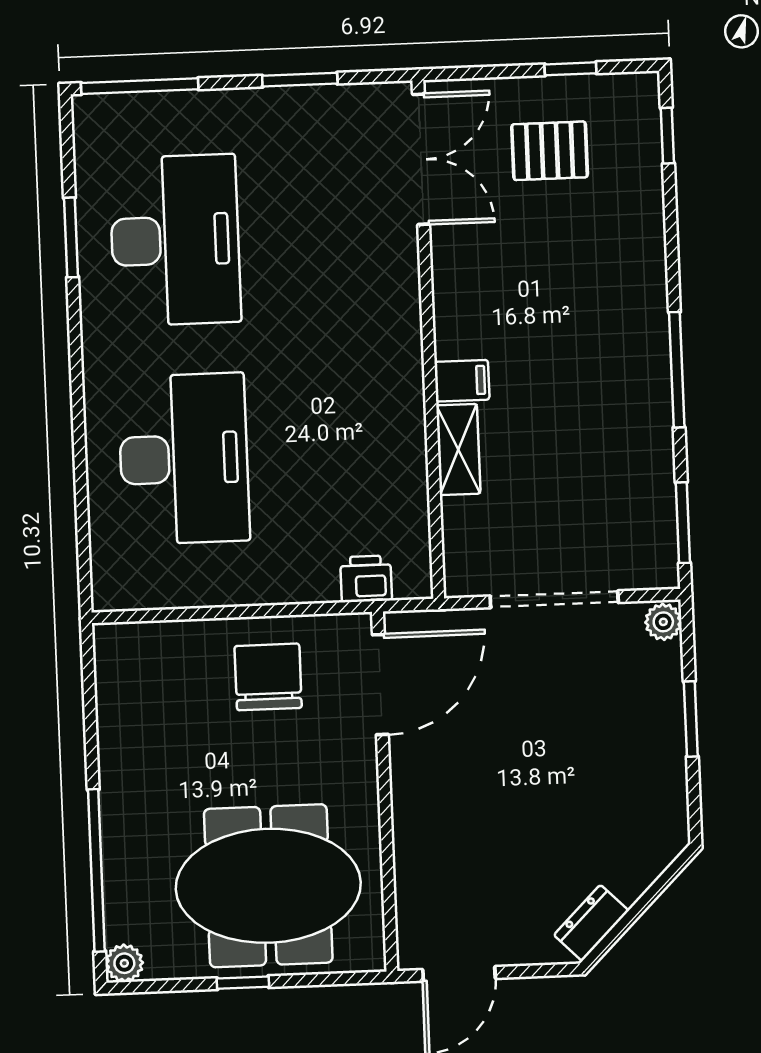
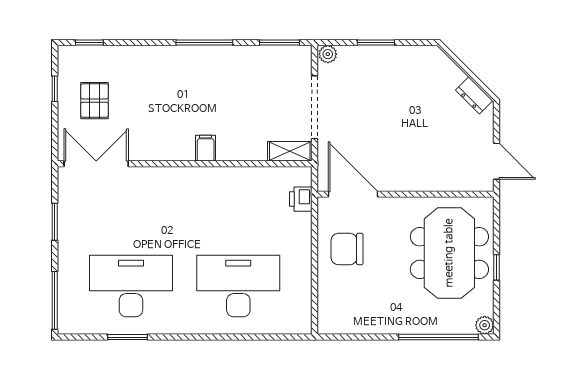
shelving: (458, 450) -> (290, 151), moved

